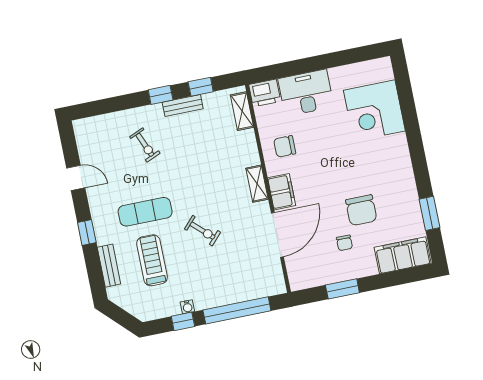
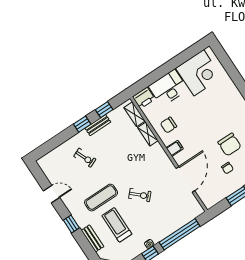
corner desk: (374, 111) -> (199, 73), moved, turned -90
shelving: (257, 184) -> (148, 134), moved
filing cabinet: (282, 192) -> (175, 148), width x0.50

